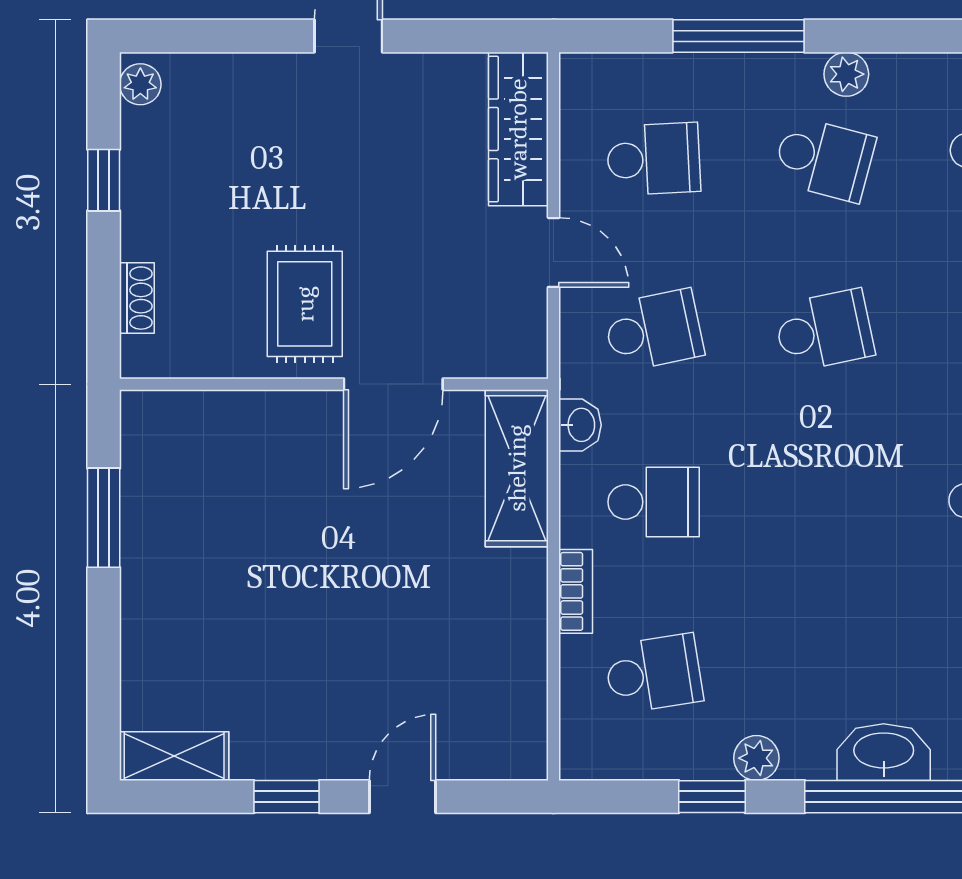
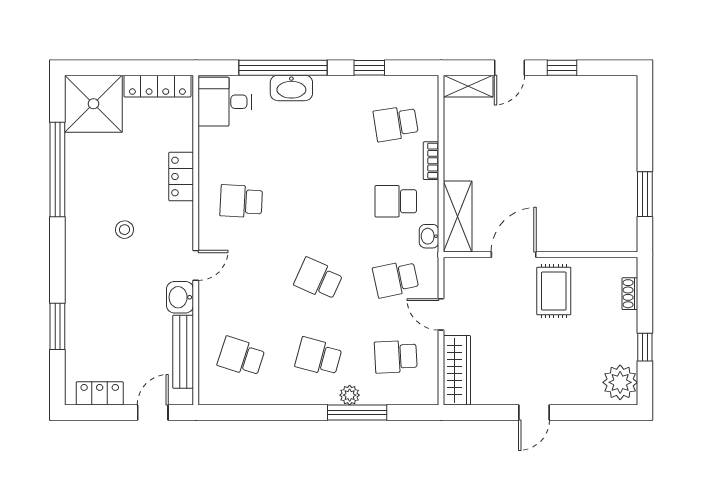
plant: (846, 74) -> (350, 395), moved
plant: (140, 84) -> (620, 382), width x1.87, depth x1.87
school desk: (824, 331) -> (318, 279), turned 36
shelving: (174, 756) -> (468, 86), moved
plant: (756, 758) -> (349, 85), removed

